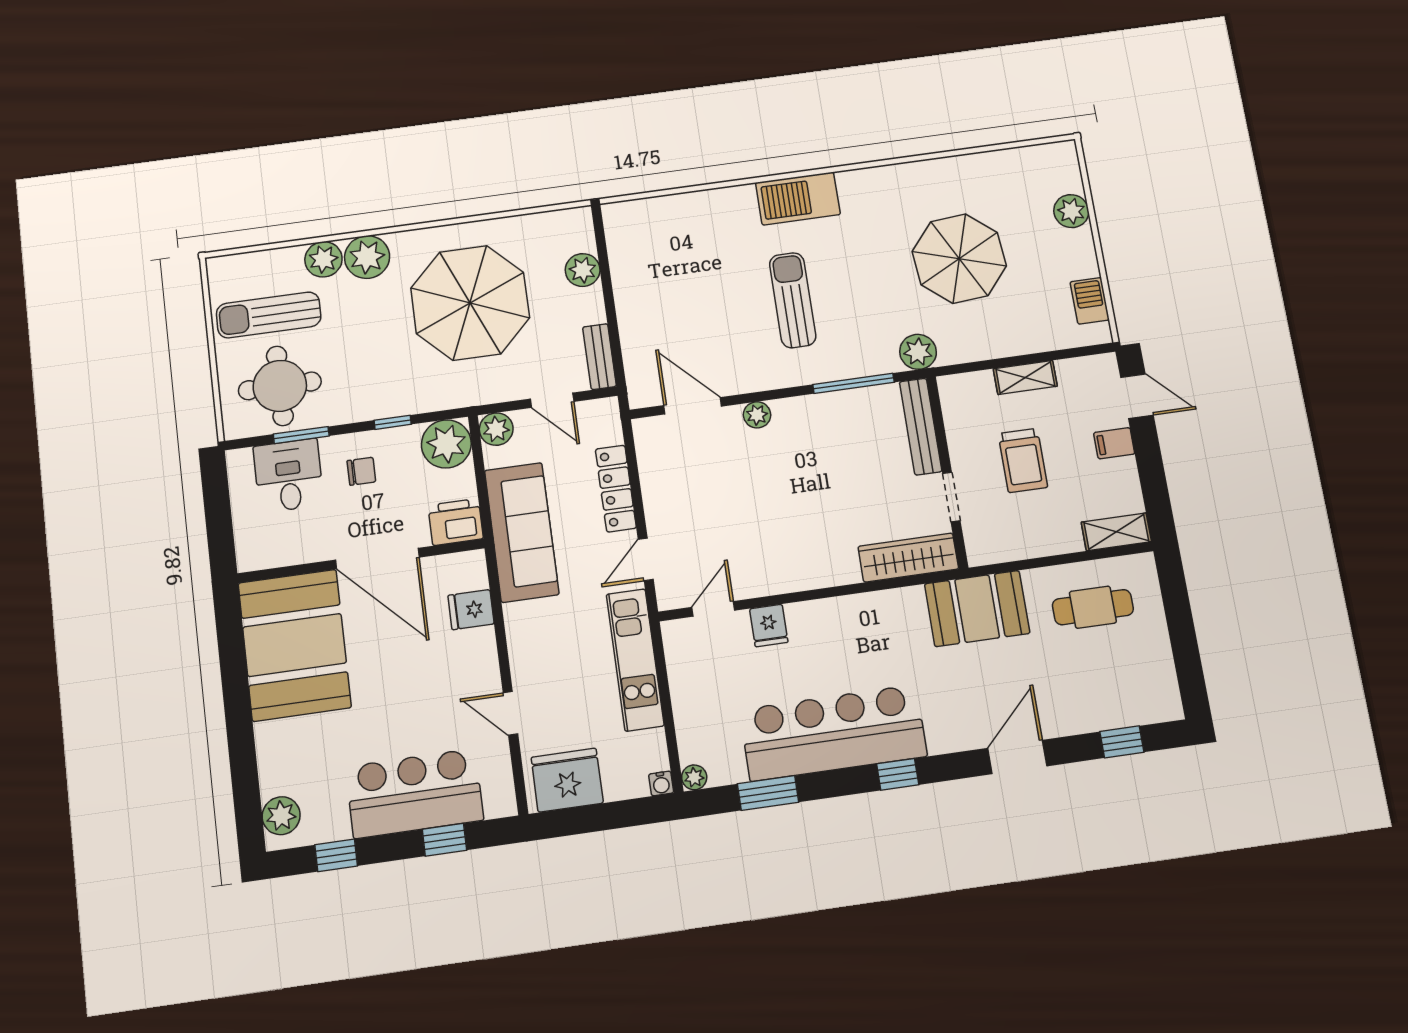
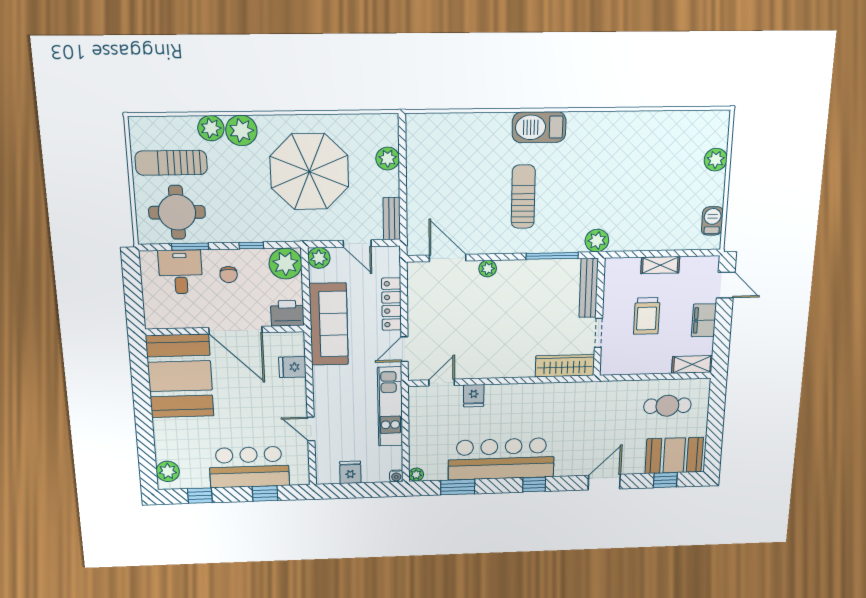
parasol: (959, 259) -> (636, 182), removed
filing cabinet: (1114, 443) -> (704, 320), width x2.00
chair: (361, 471) -> (229, 275), turned 90
booth: (977, 609) -> (674, 455), moved
fridge: (567, 780) -> (350, 472), width x0.53, depth x0.75

